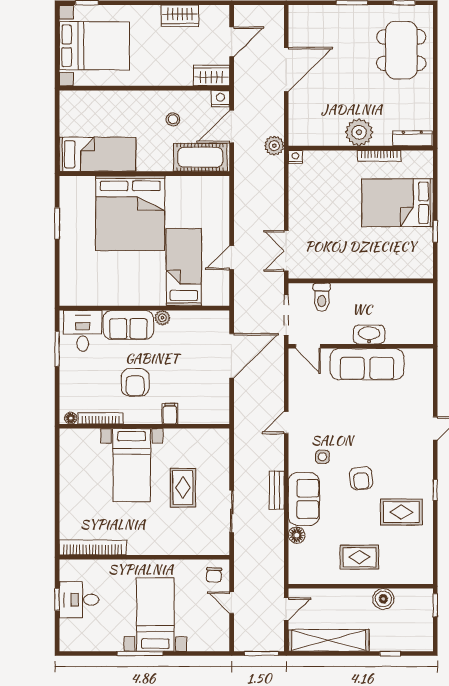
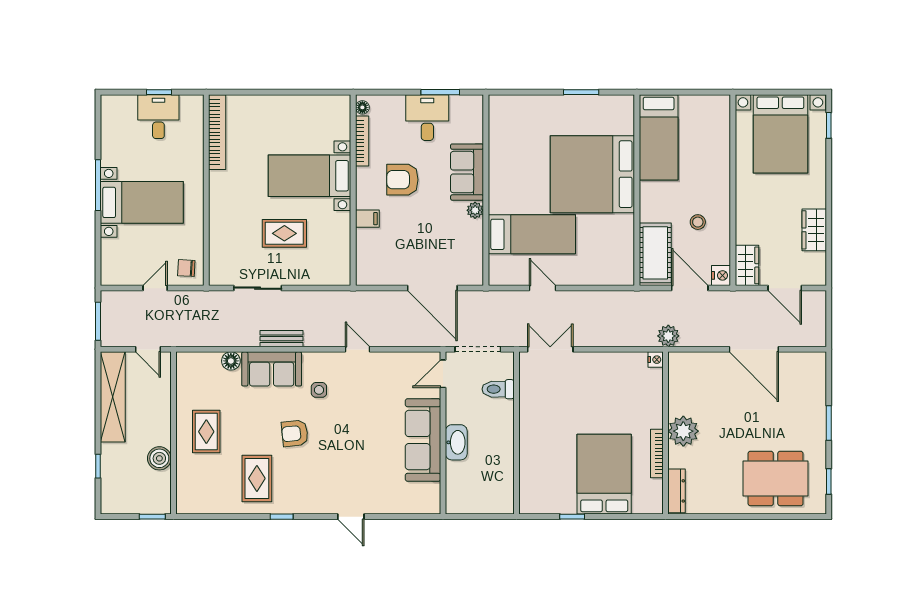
desk: (83, 331) -> (427, 118), moved, turned -90

